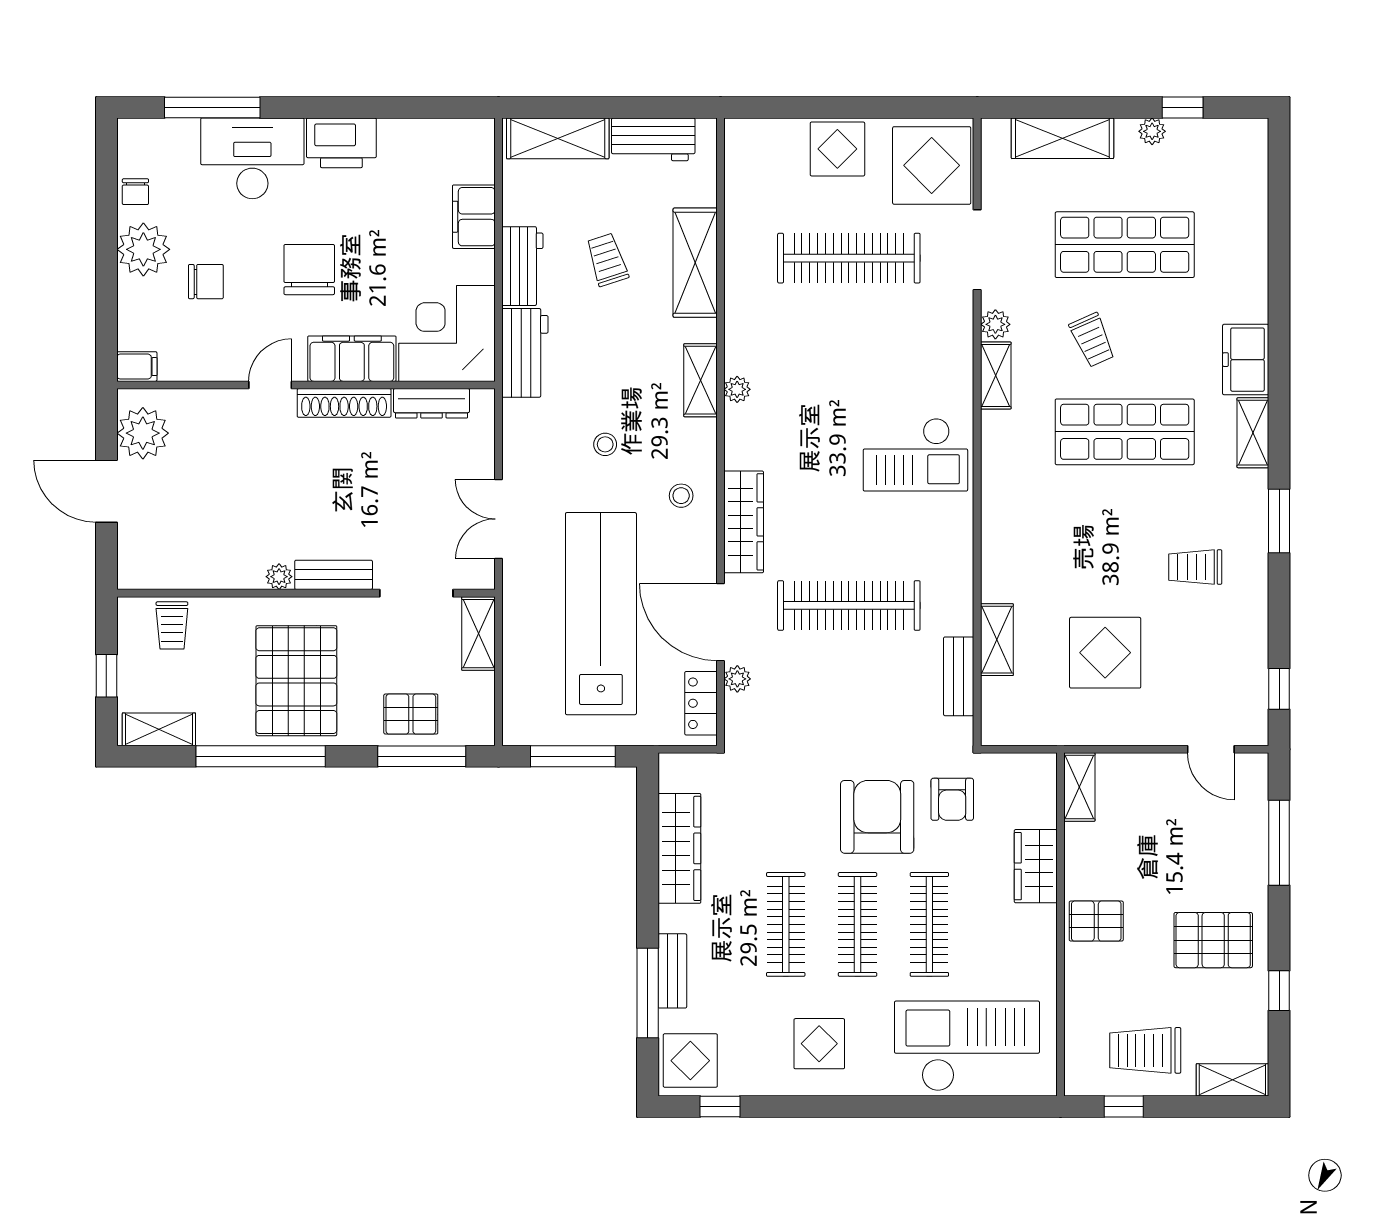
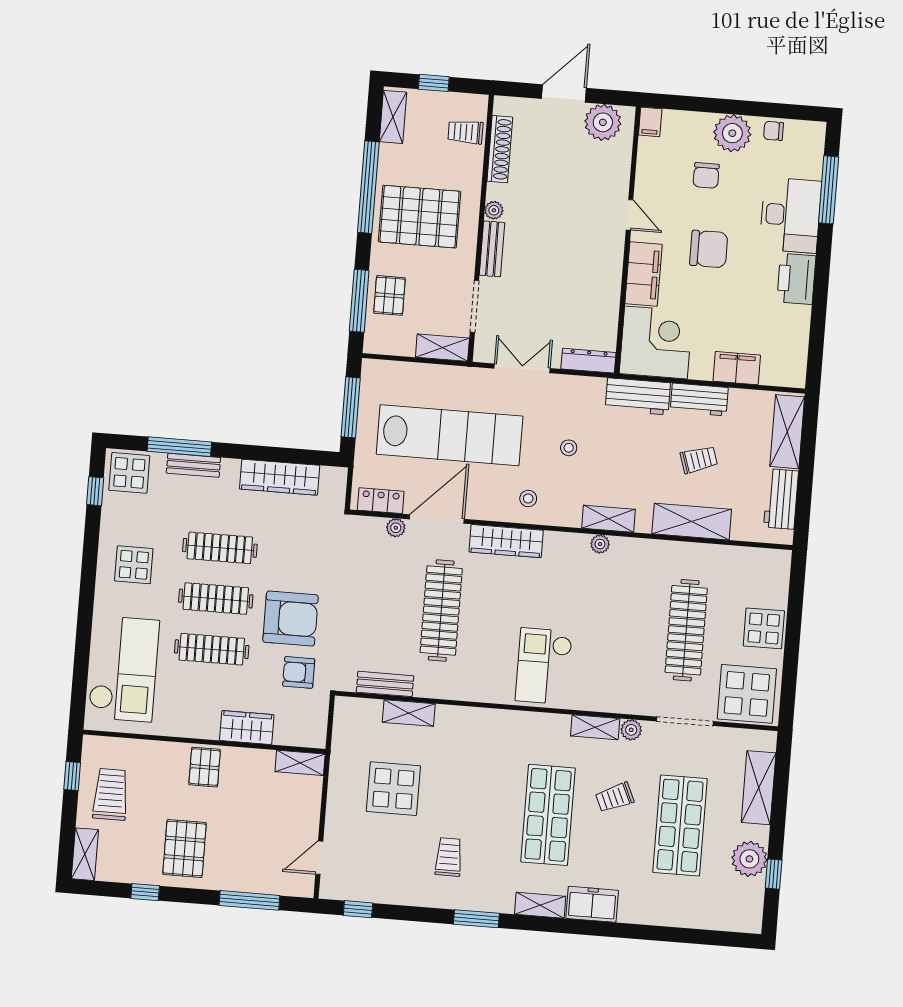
plant: (1152, 131) -> (749, 859), width x1.87, depth x1.87
shoe rack: (344, 403) -> (500, 149), moved, turned 180
dresser: (432, 403) -> (588, 361), moved, turned 90

